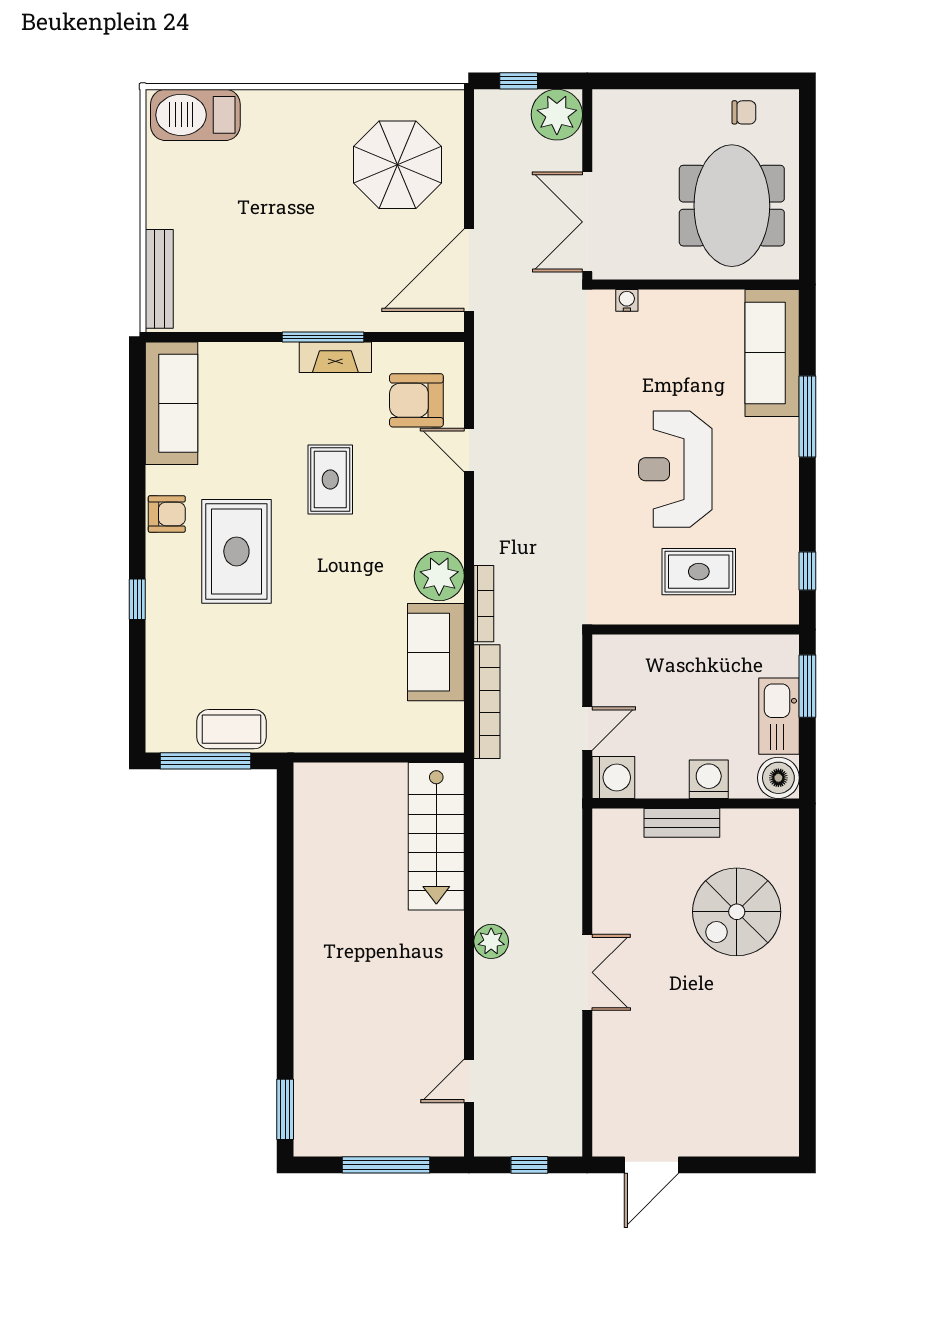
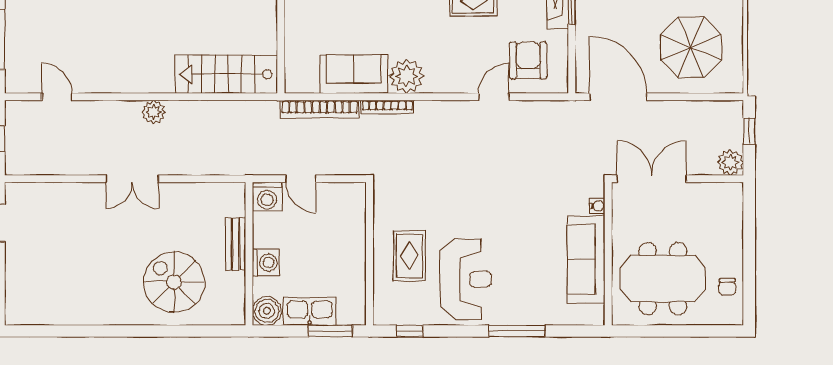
plant: (557, 115) -> (730, 162), width x0.73, depth x0.73
sofa: (772, 353) -> (586, 259), moved, turned -90
reception desk: (675, 469) -> (466, 279), moved, turned 90

